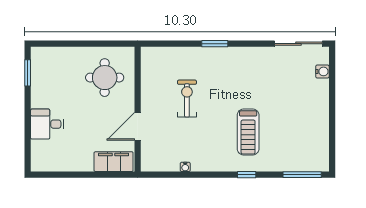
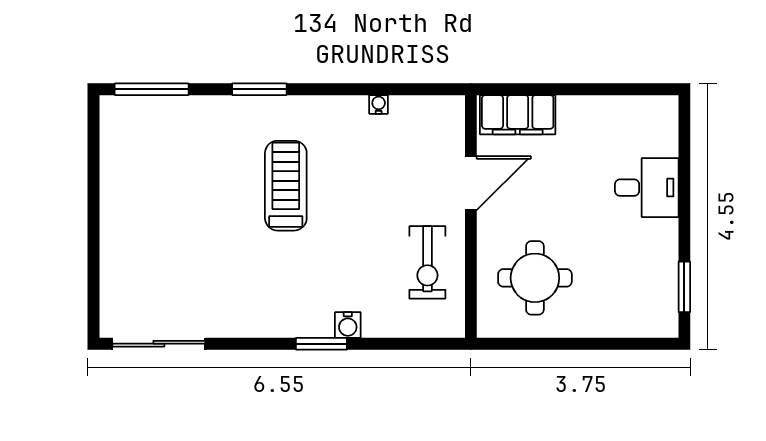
water cooler: (322, 71) -> (348, 325), moved, turned -90
exercise bike: (187, 99) -> (427, 262), moved
treadmill: (248, 132) -> (286, 186), moved
window: (247, 175) -> (259, 89), width x1.50

